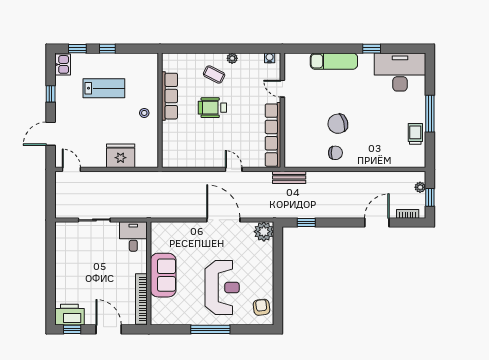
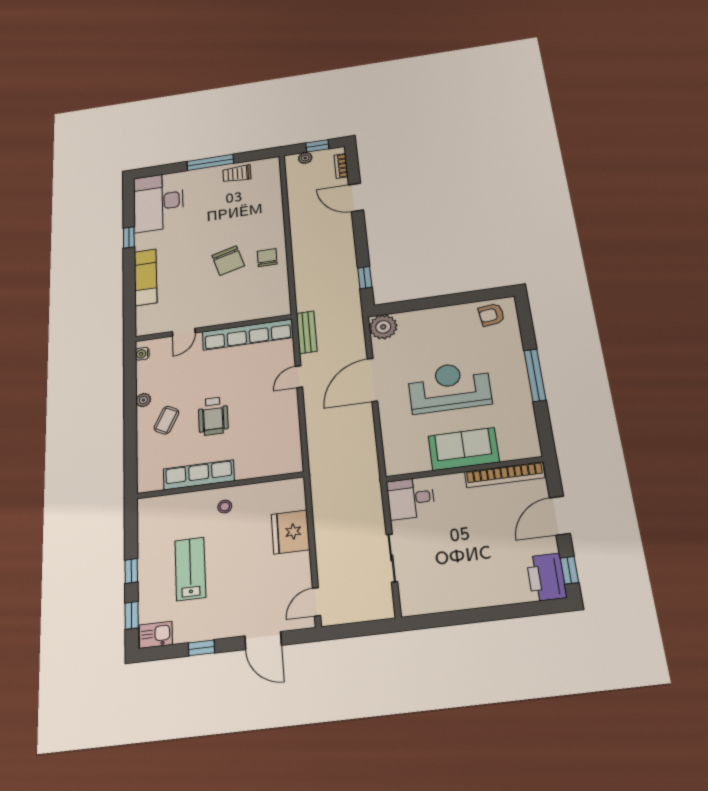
bench: (289, 177) -> (307, 332), moved
reception desk: (222, 287) -> (449, 387), moved

